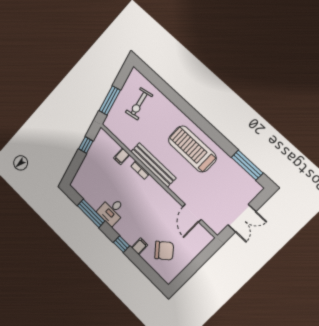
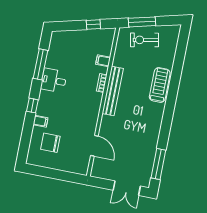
exercise bike: (139, 104) -> (145, 40), moved
treadmill: (192, 149) -> (160, 85), moved, width x0.73, depth x0.73
door: (192, 213) -> (94, 146), swing flipped
double door: (242, 218) -> (127, 188), moved
chair: (164, 251) -> (50, 143), turned 130

